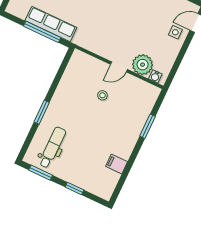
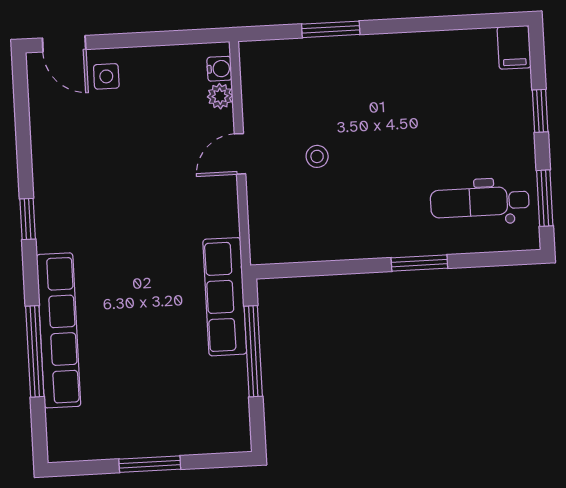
row of seats: (51, 24) -> (225, 297), moved
plant: (143, 65) -> (220, 96), width x0.53, depth x0.53
door: (119, 67) -> (240, 154), swing flipped
filing cabinet: (117, 164) -> (514, 47), moved

